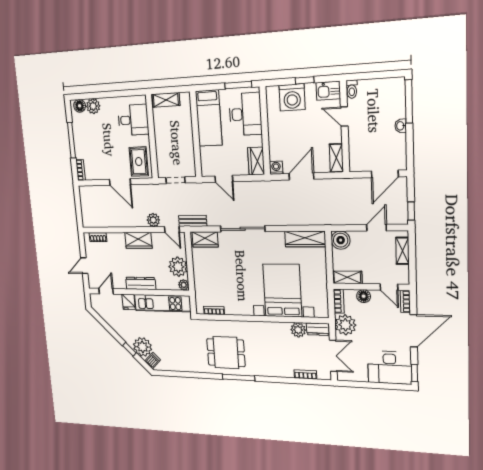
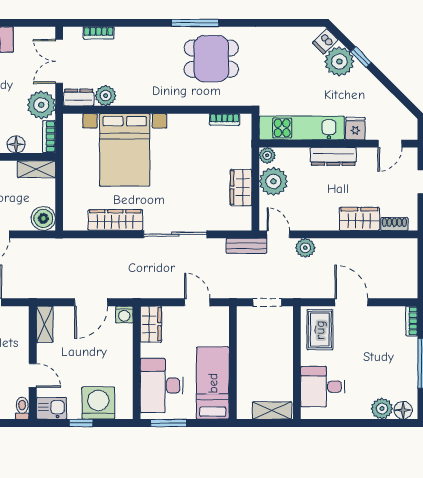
wardrobe: (205, 239) -> (241, 188), moved, turned -90
wardrobe: (305, 239) -> (115, 220), moved
wardrobe: (138, 240) -> (359, 219), moved

